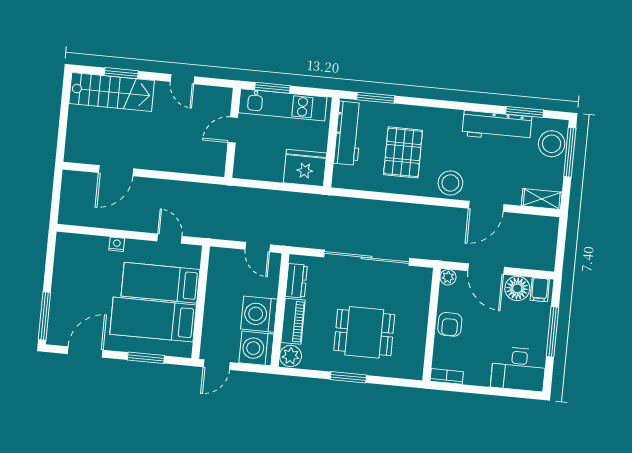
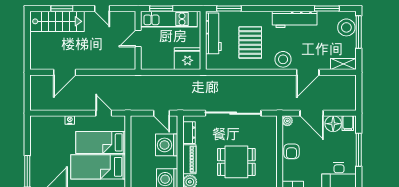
workbench: (497, 126) -> (295, 19), moved
washing machine: (259, 314) -> (167, 145), moved

